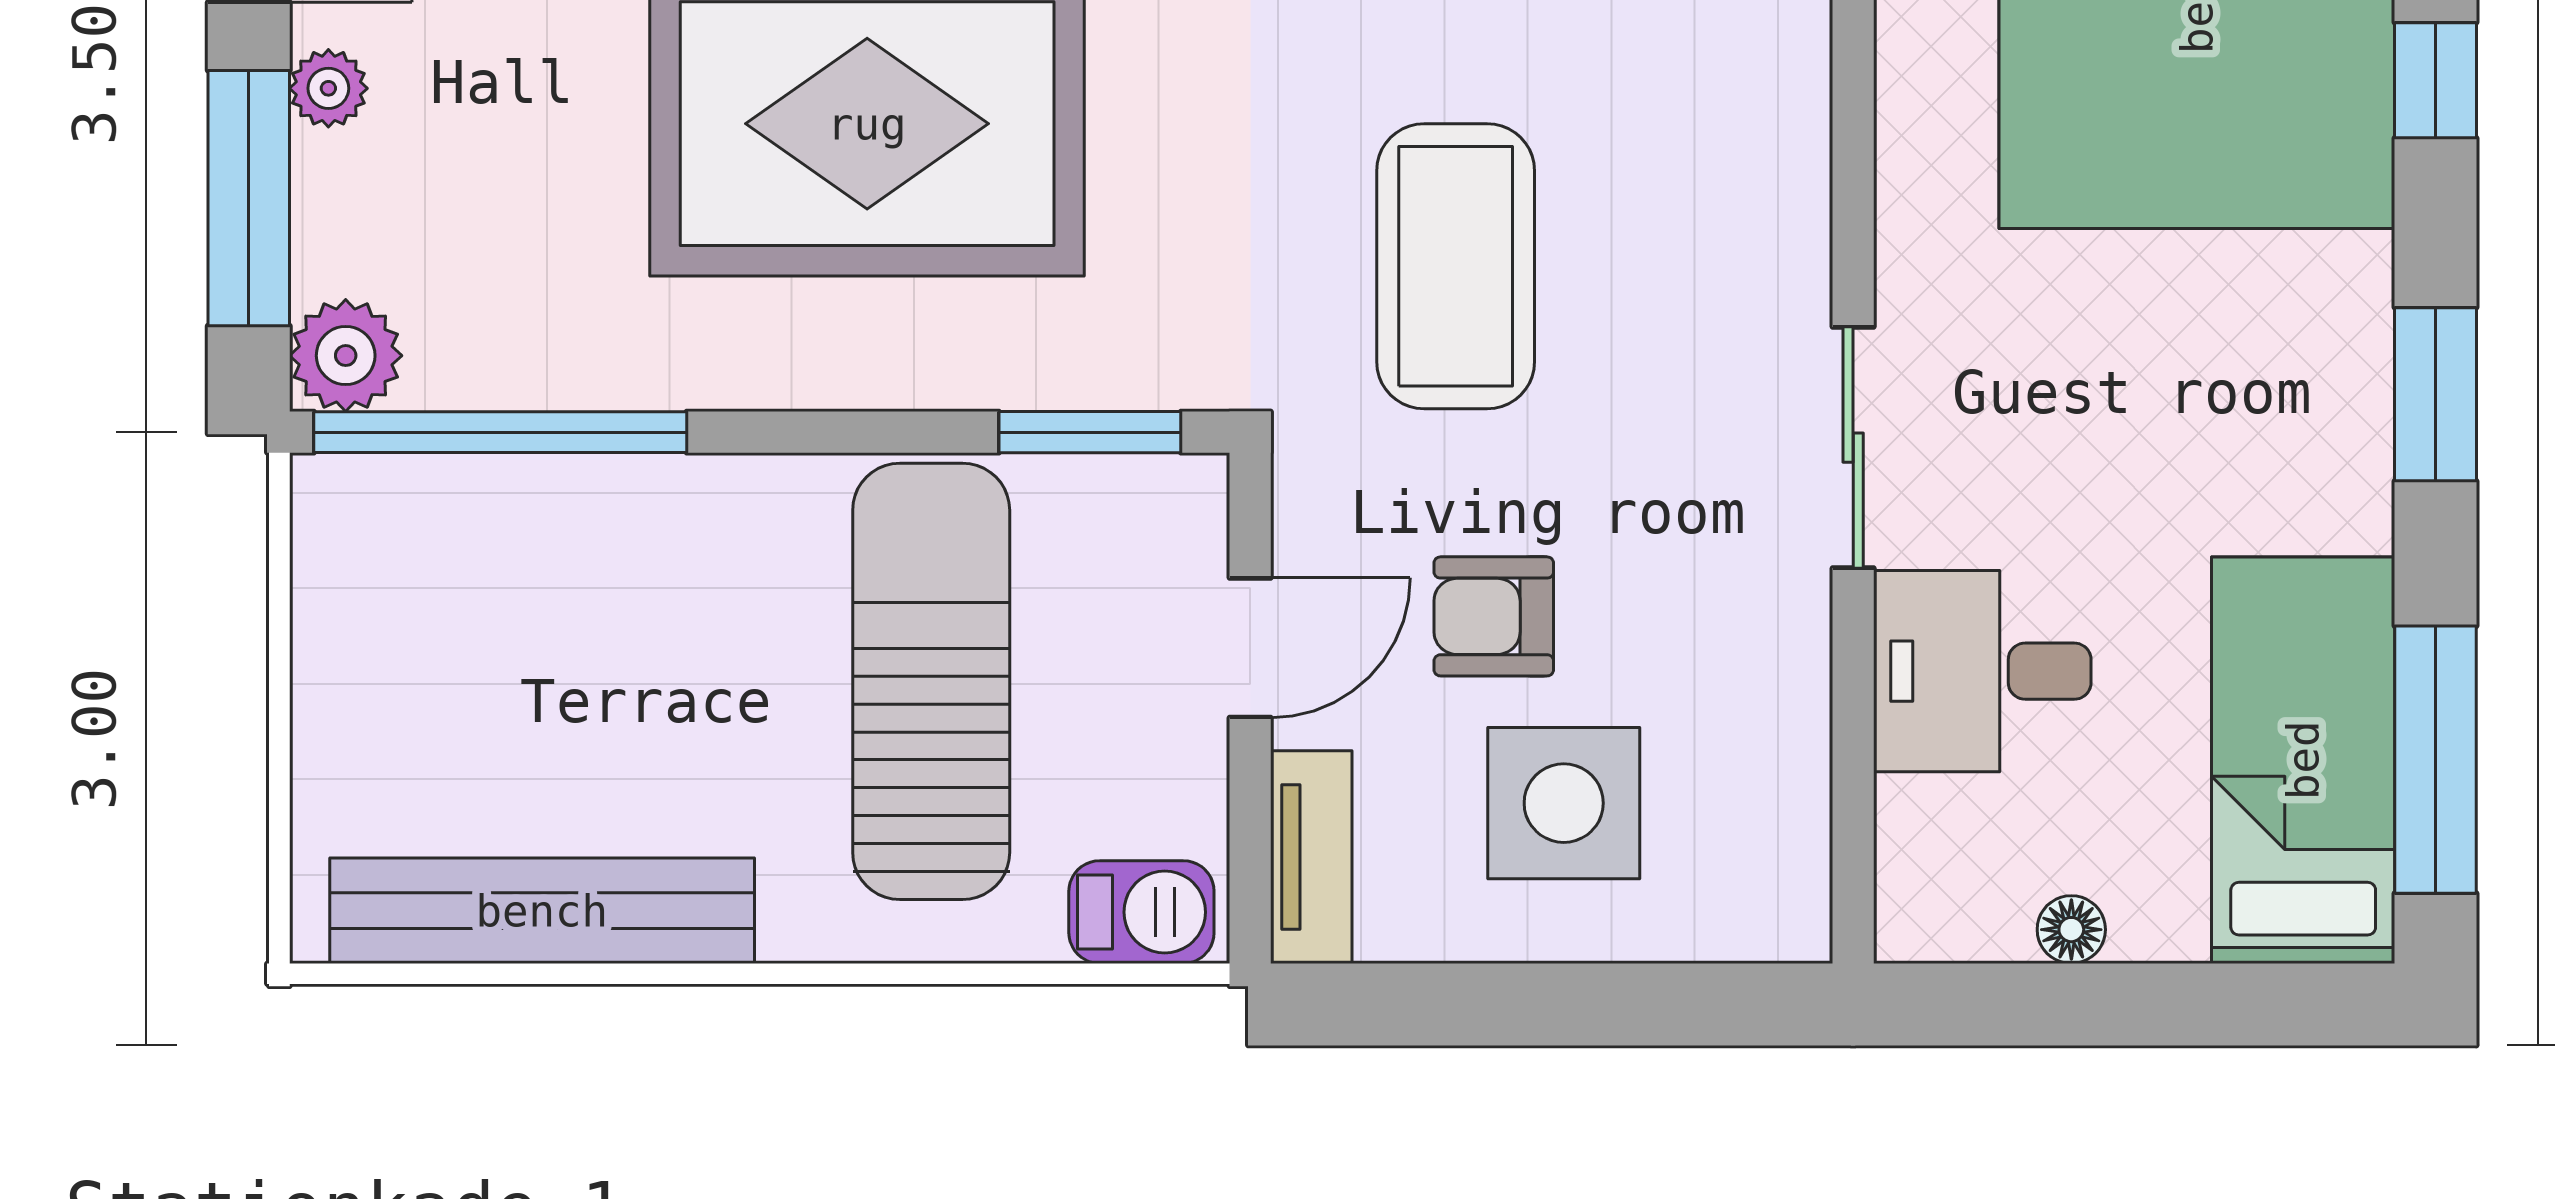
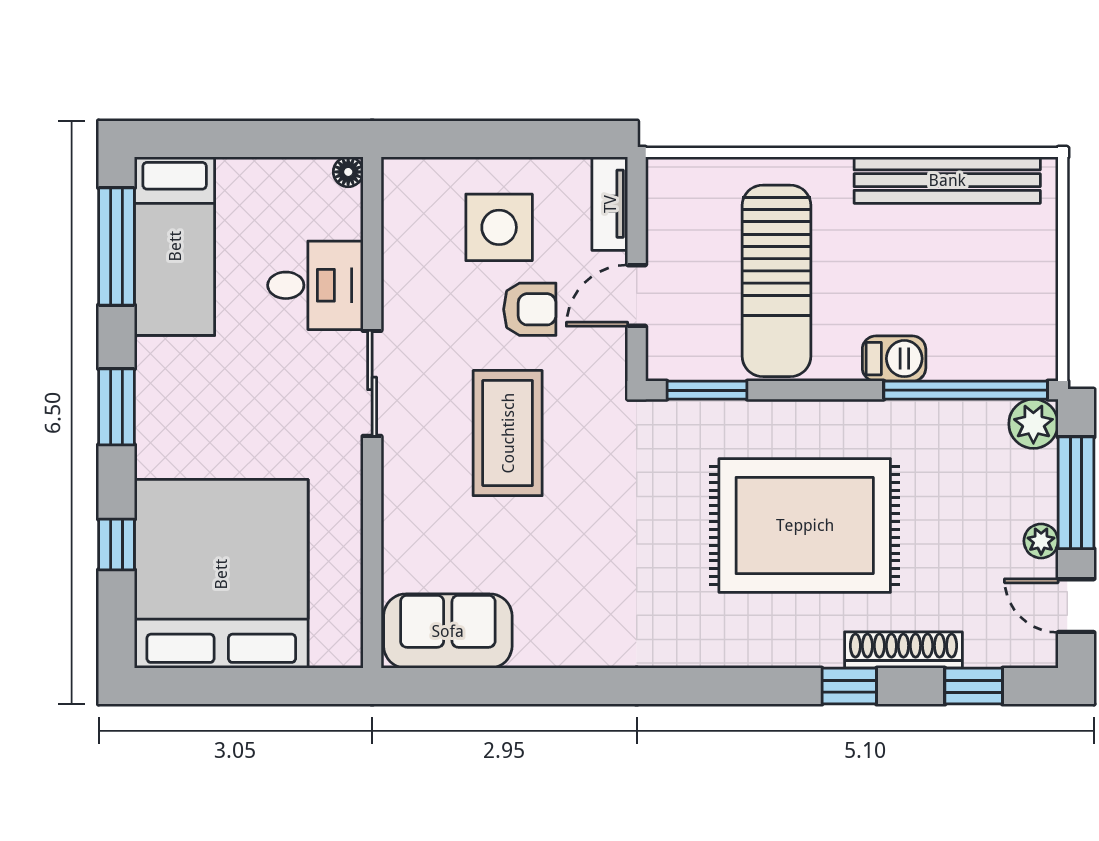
coffee table: (1456, 266) -> (508, 433), moved
barbecue: (1141, 912) -> (894, 359), moved, turned 180
floor lamp: (2071, 930) -> (348, 172), moved

